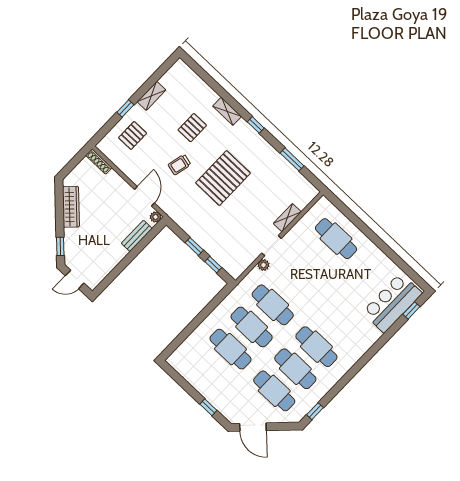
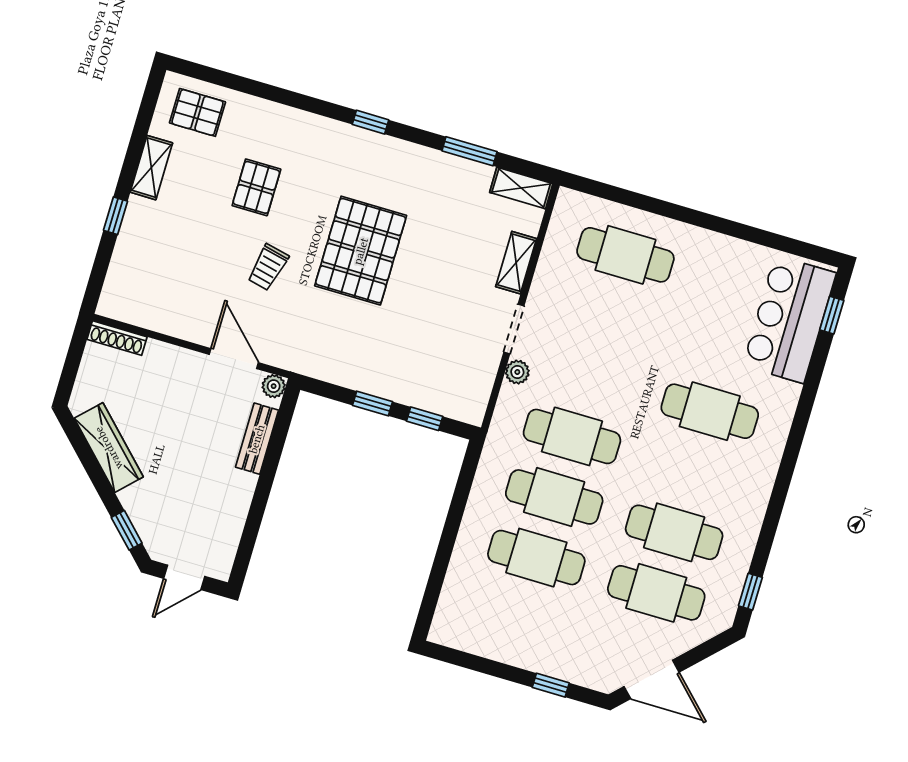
shelving: (227, 111) -> (521, 188), moved
pallet: (133, 135) -> (198, 112), moved, turned 90
cafe table: (316, 347) -> (710, 411), moved

